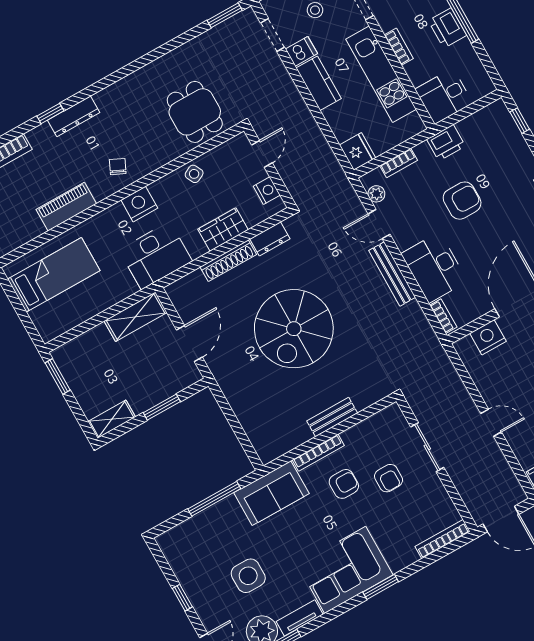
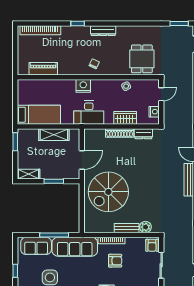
dresser: (74, 116) -> (103, 31), moved
nightstand: (139, 204) -> (83, 86), moved
piano: (66, 207) -> (43, 69), moved
bed: (54, 275) -> (39, 115), moved
shelving: (136, 317) -> (54, 135), moved
spiral stairs: (294, 329) -> (108, 192), moved
plant: (363, 397) -> (145, 227), added
armchair: (389, 478) -> (152, 245), moved
sofa: (271, 493) -> (75, 247), width x1.36
sofa: (194, 535) -> (36, 246), added

